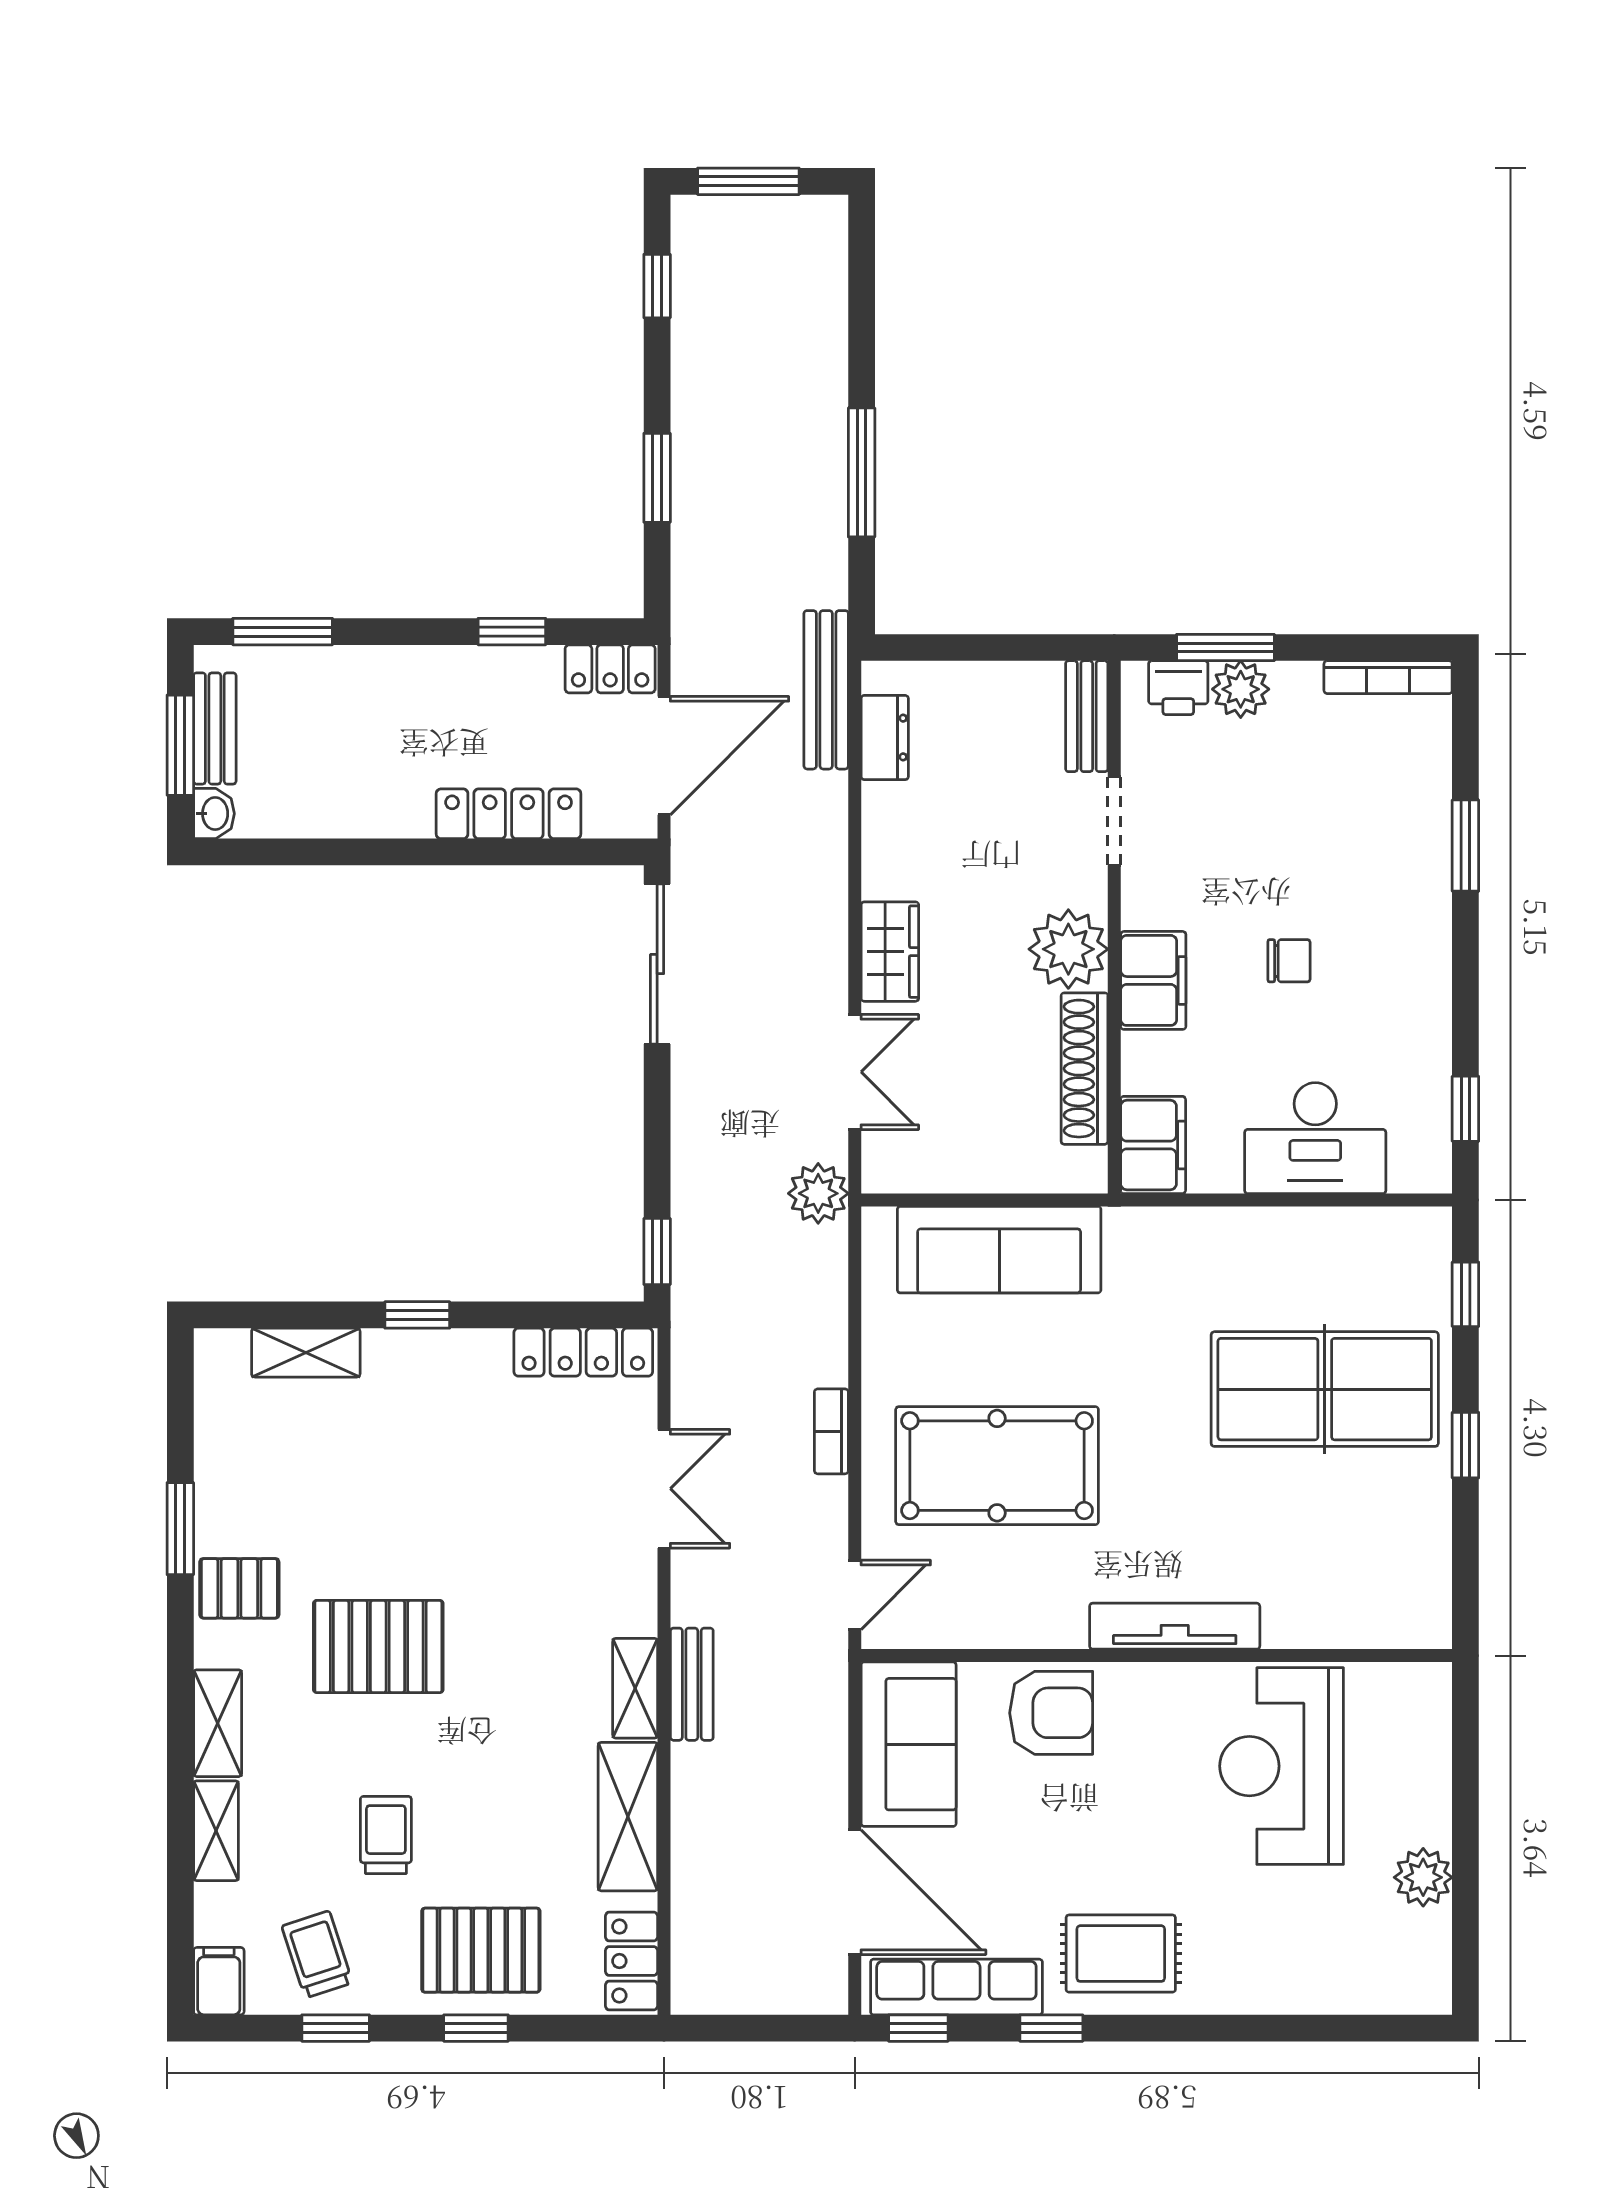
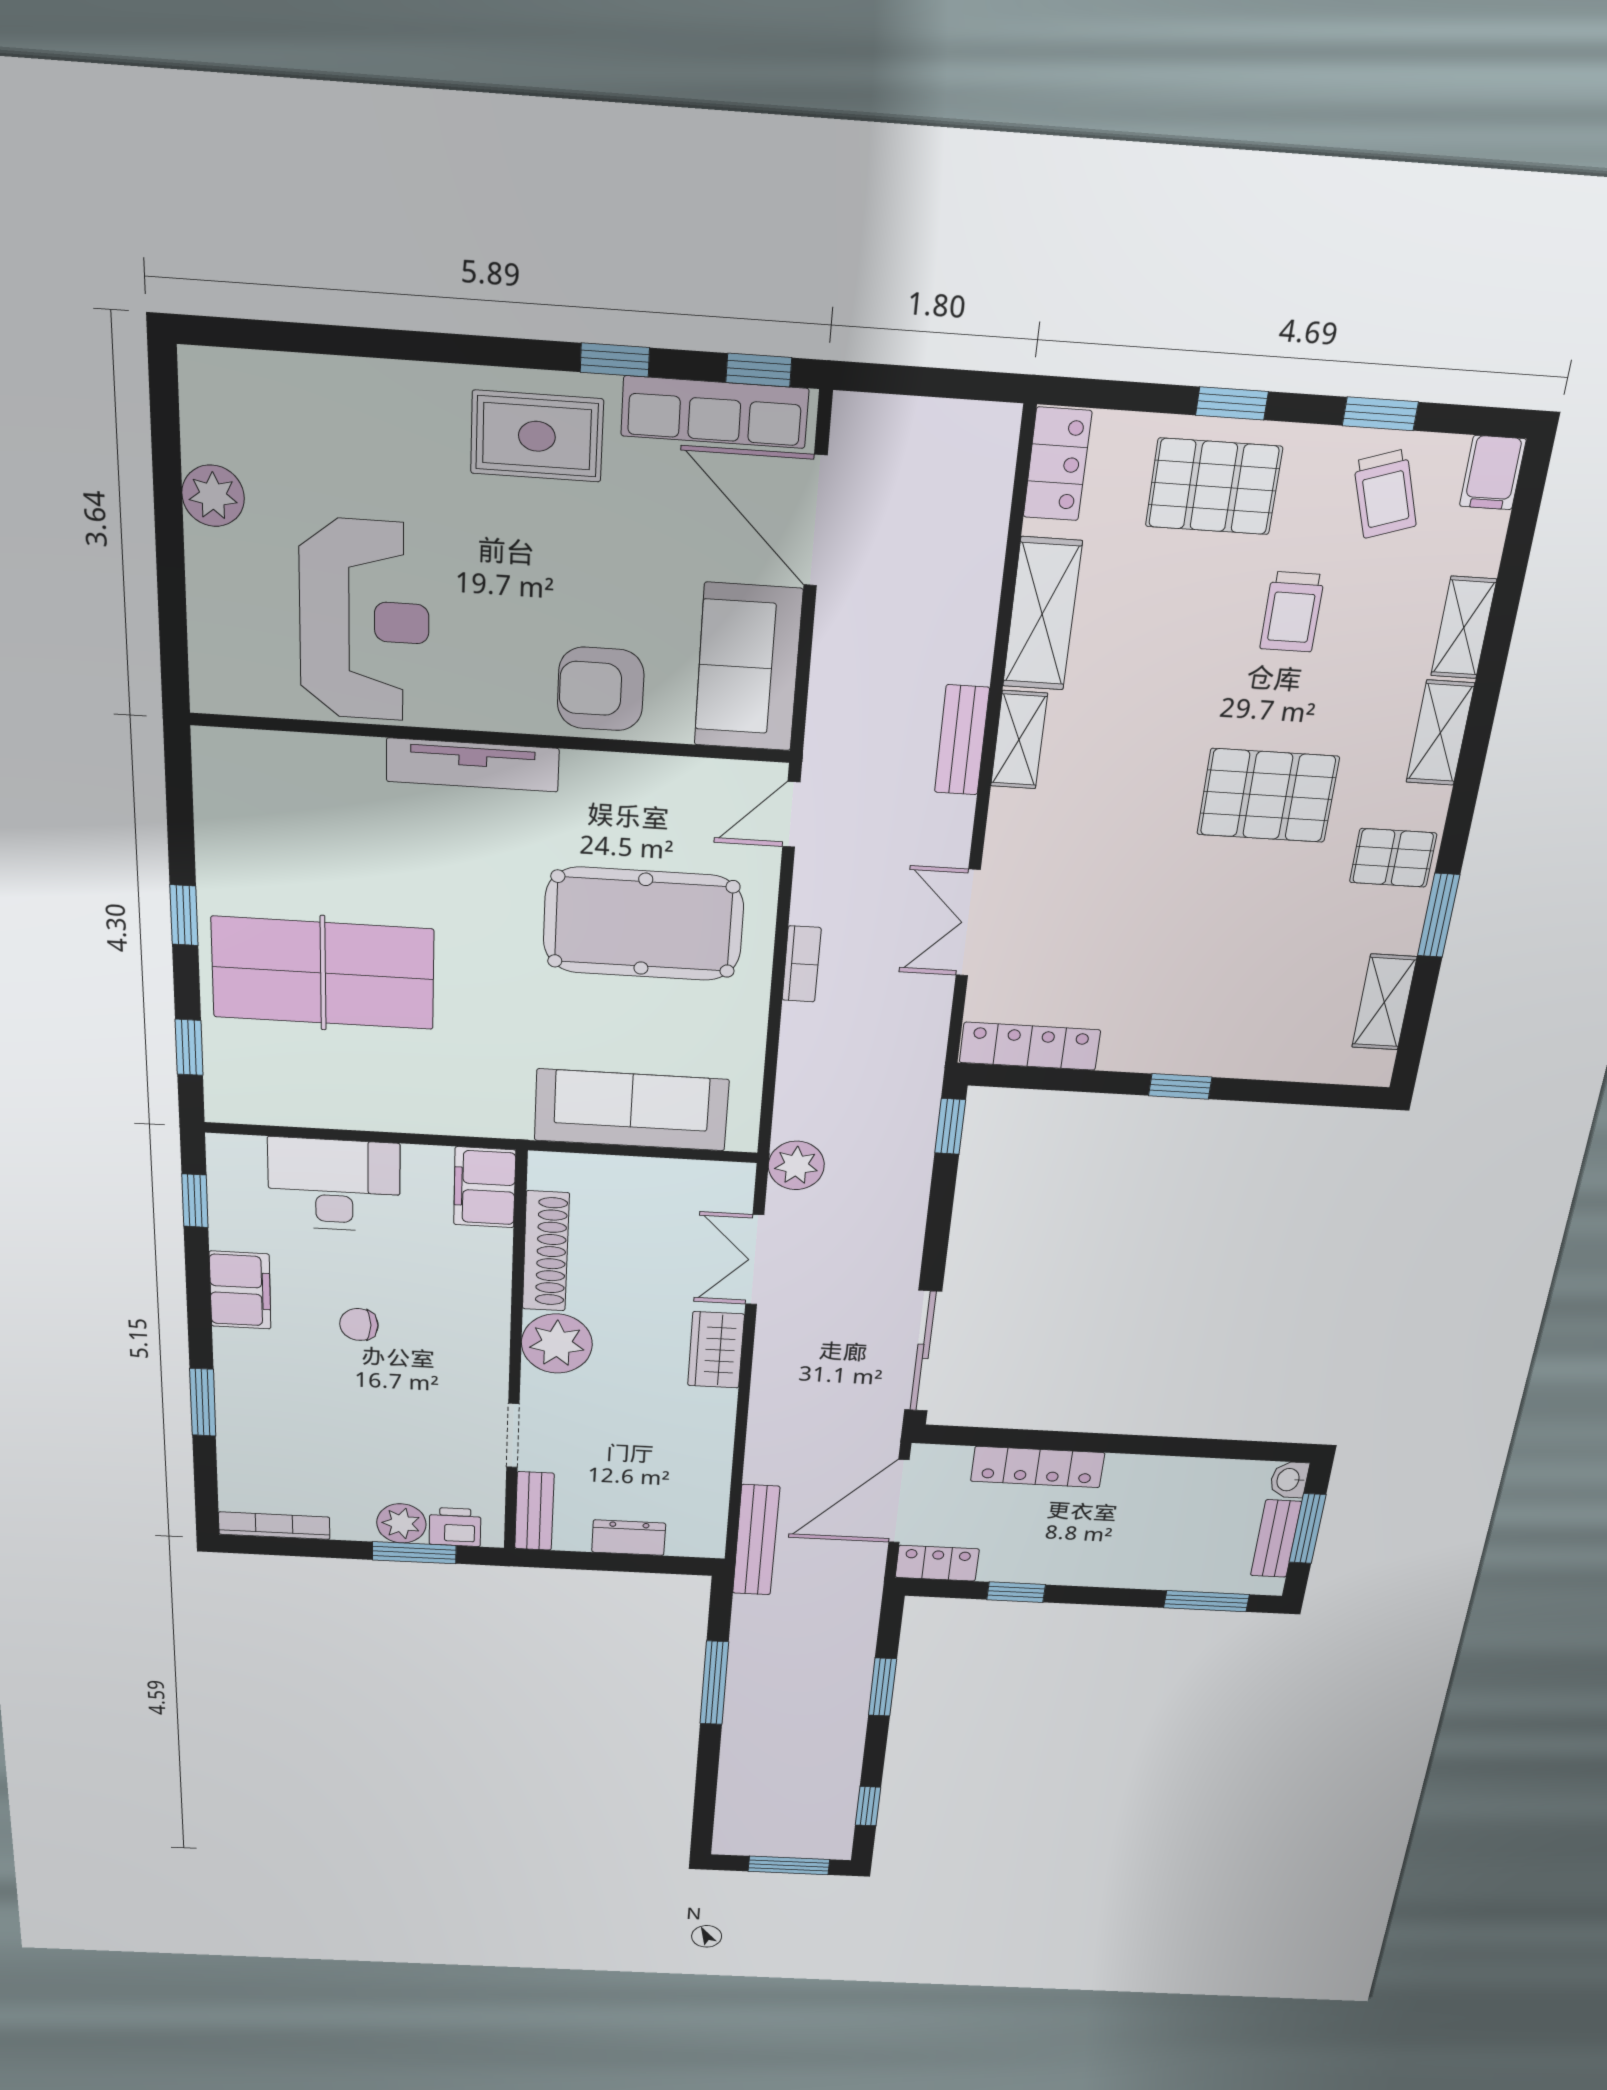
dresser: (885, 738) -> (629, 1538), moved, turned 90
filing cabinet: (1153, 980) -> (240, 1290), moved, turned 180
shelving: (306, 1353) -> (1384, 1002), moved, turned 90

